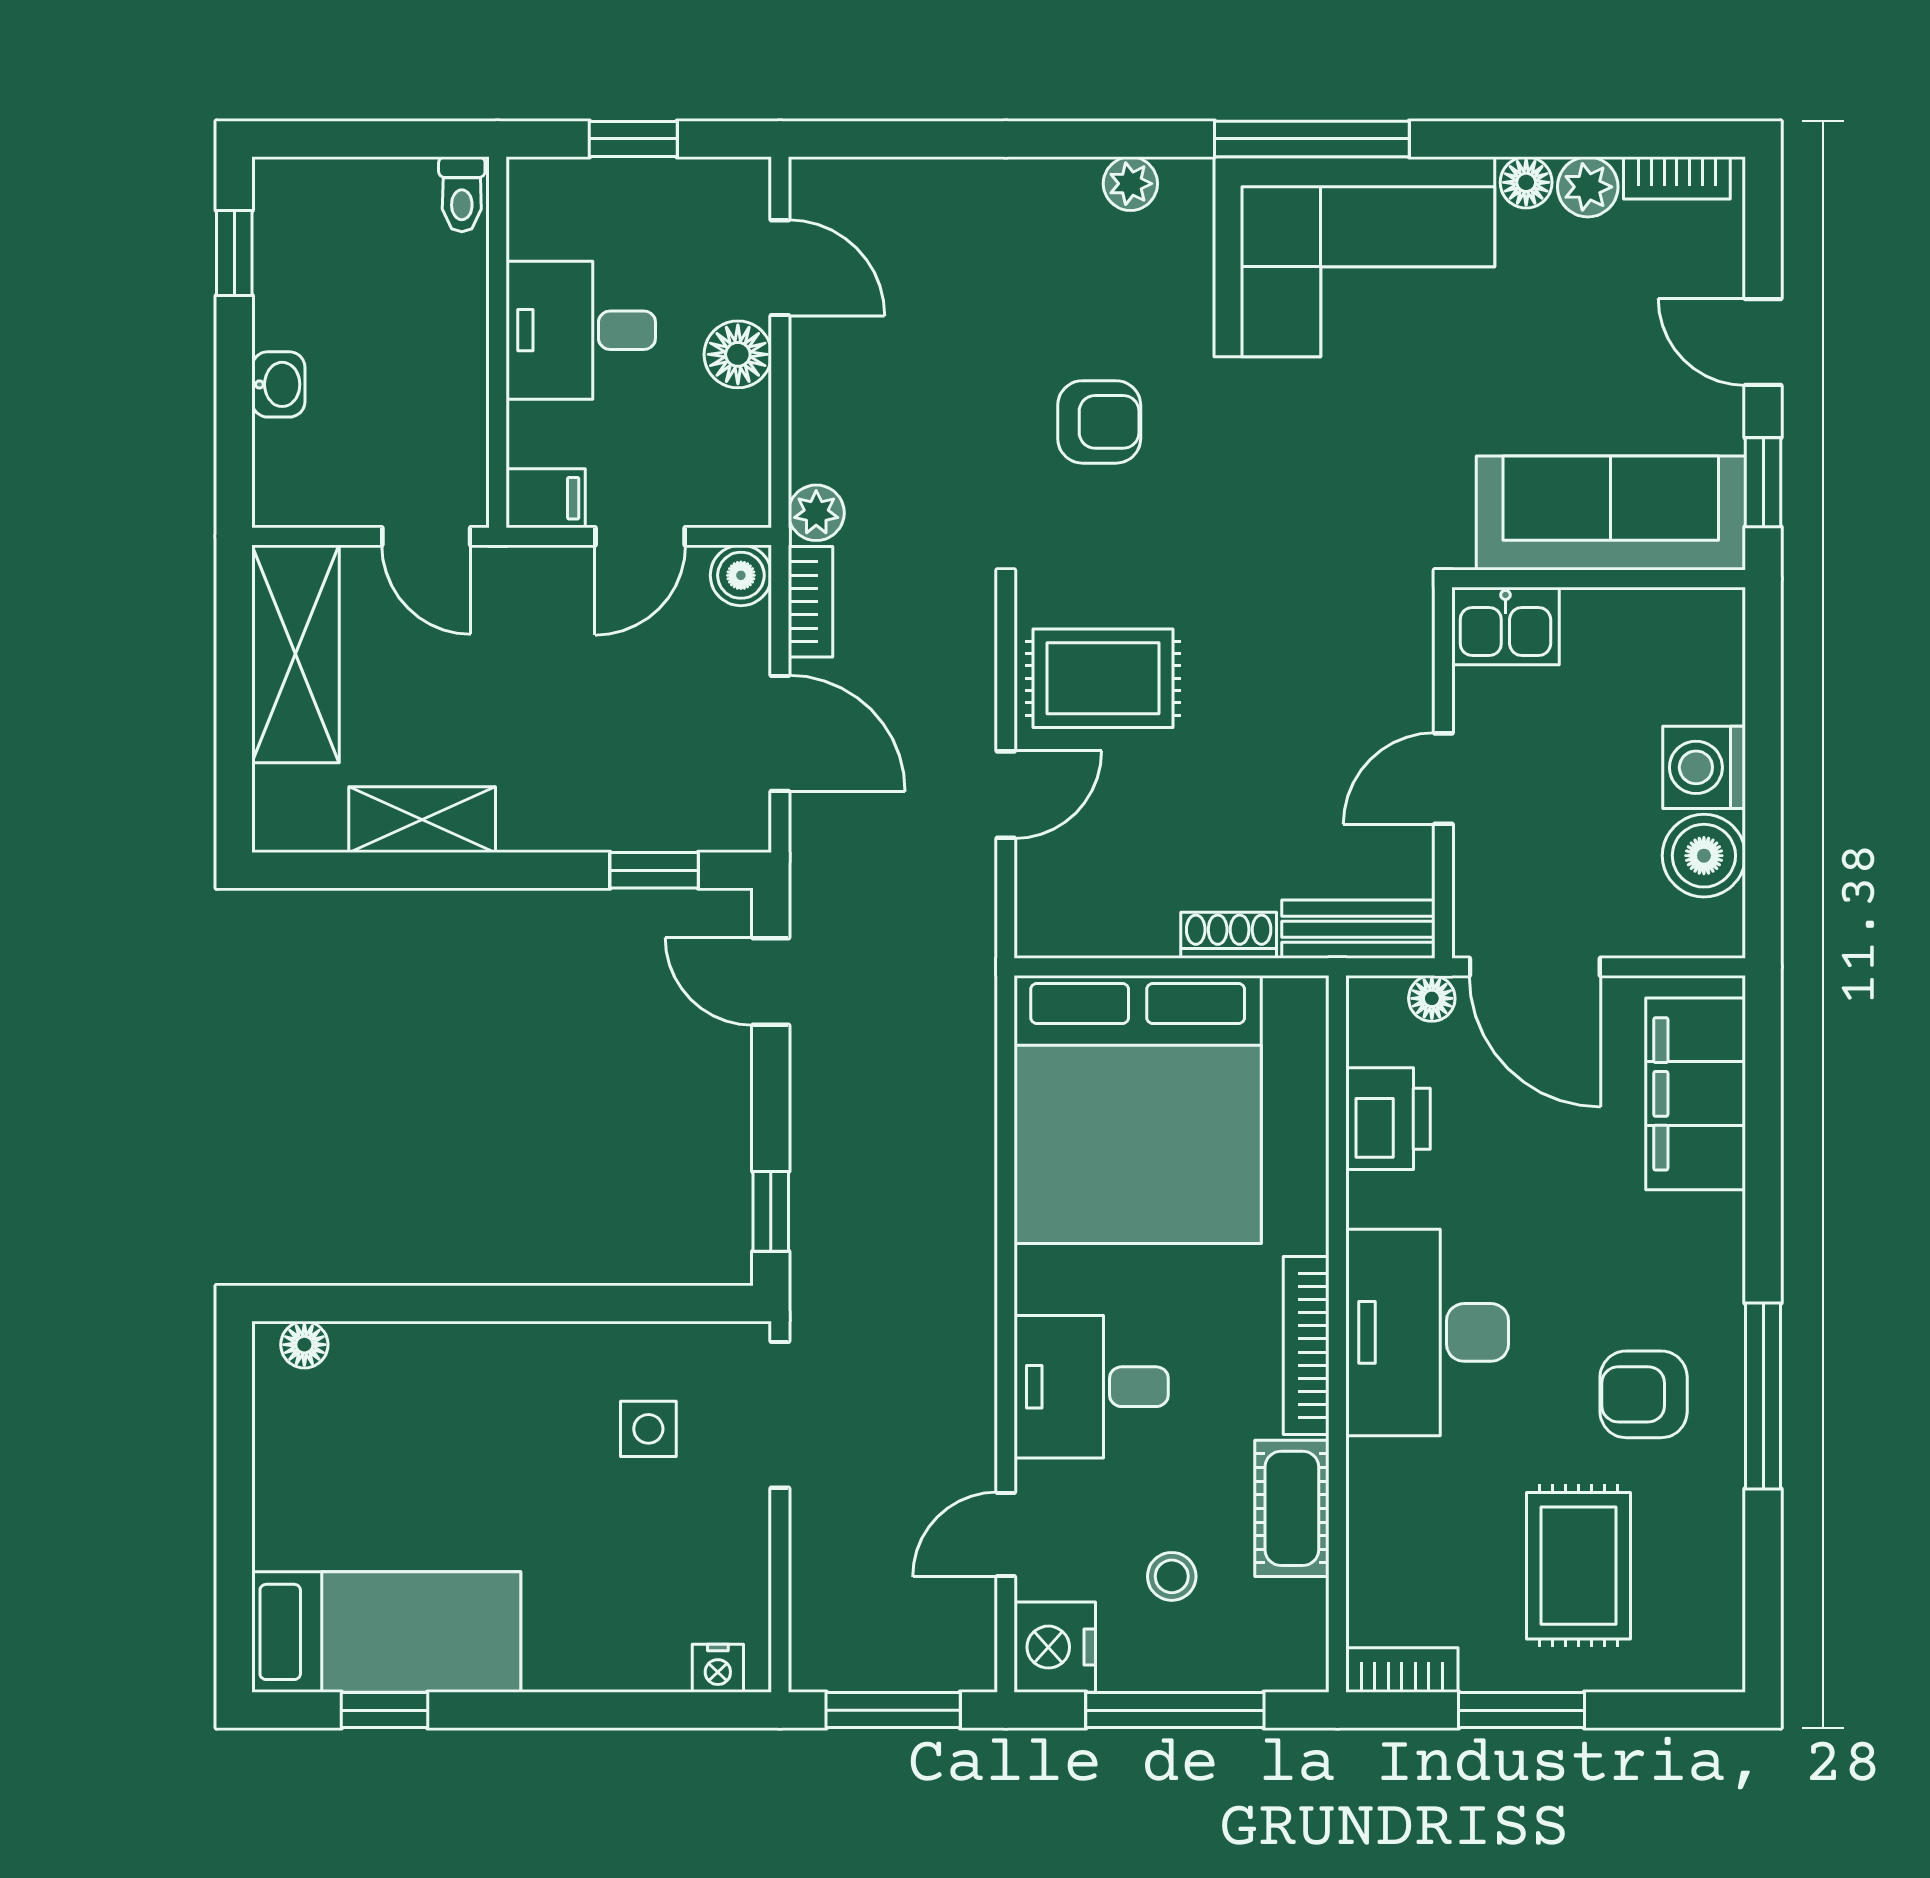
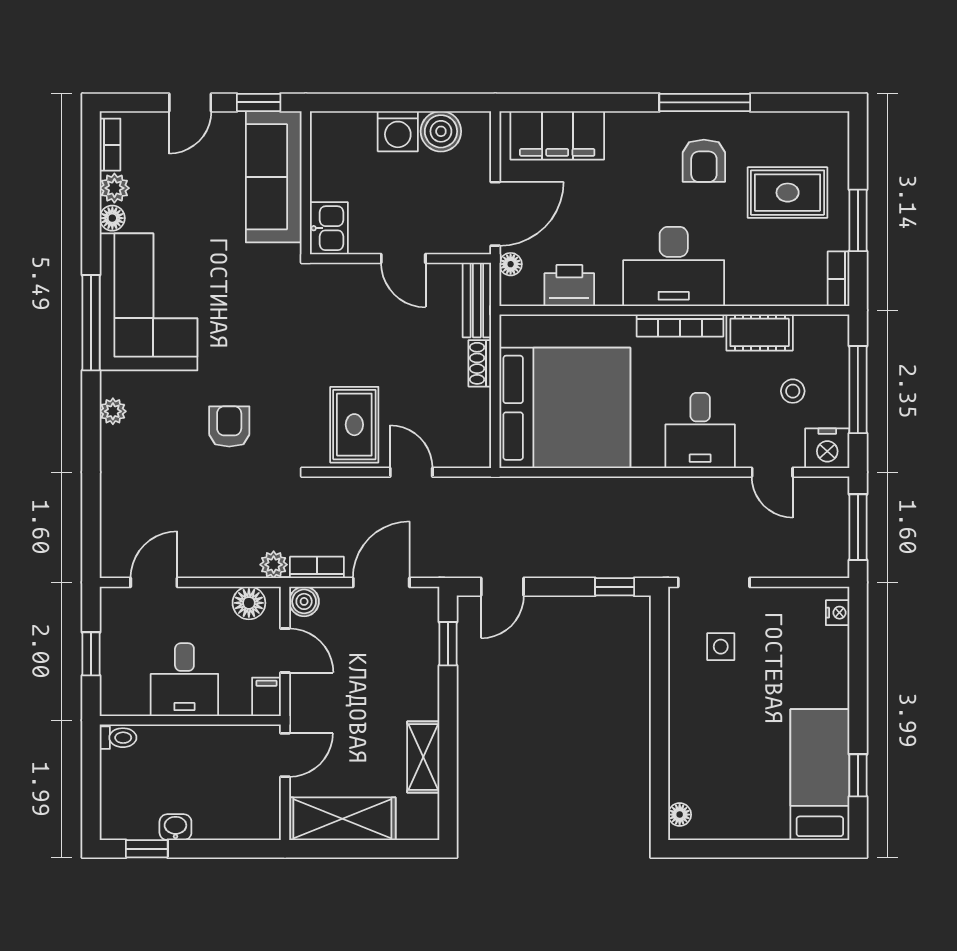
floor lamp: (738, 354) -> (249, 603), moved
washbasin: (278, 384) -> (175, 827), moved

